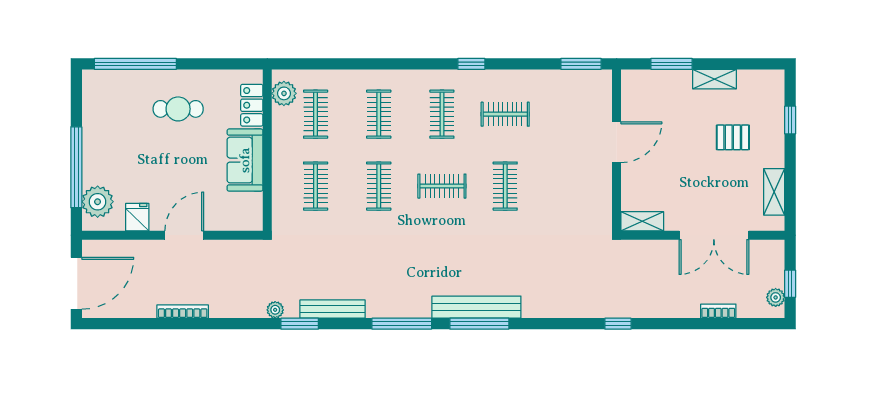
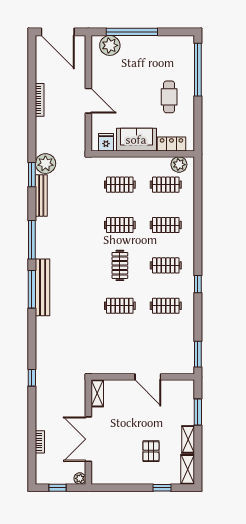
clothes rail: (505, 114) -> (166, 306), turned 90
shelving: (774, 192) -> (188, 469), moved, turned 90
fridge: (137, 217) -> (106, 142), moved, turned -90
plant: (776, 297) -> (80, 478), moved
plant: (275, 310) -> (45, 164), width x1.88, depth x1.88

